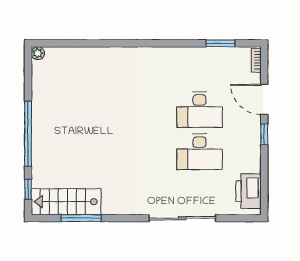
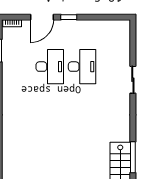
printer: (248, 191) -> (112, 29), removed
sliding door: (182, 218) -> (133, 80), width x0.54

